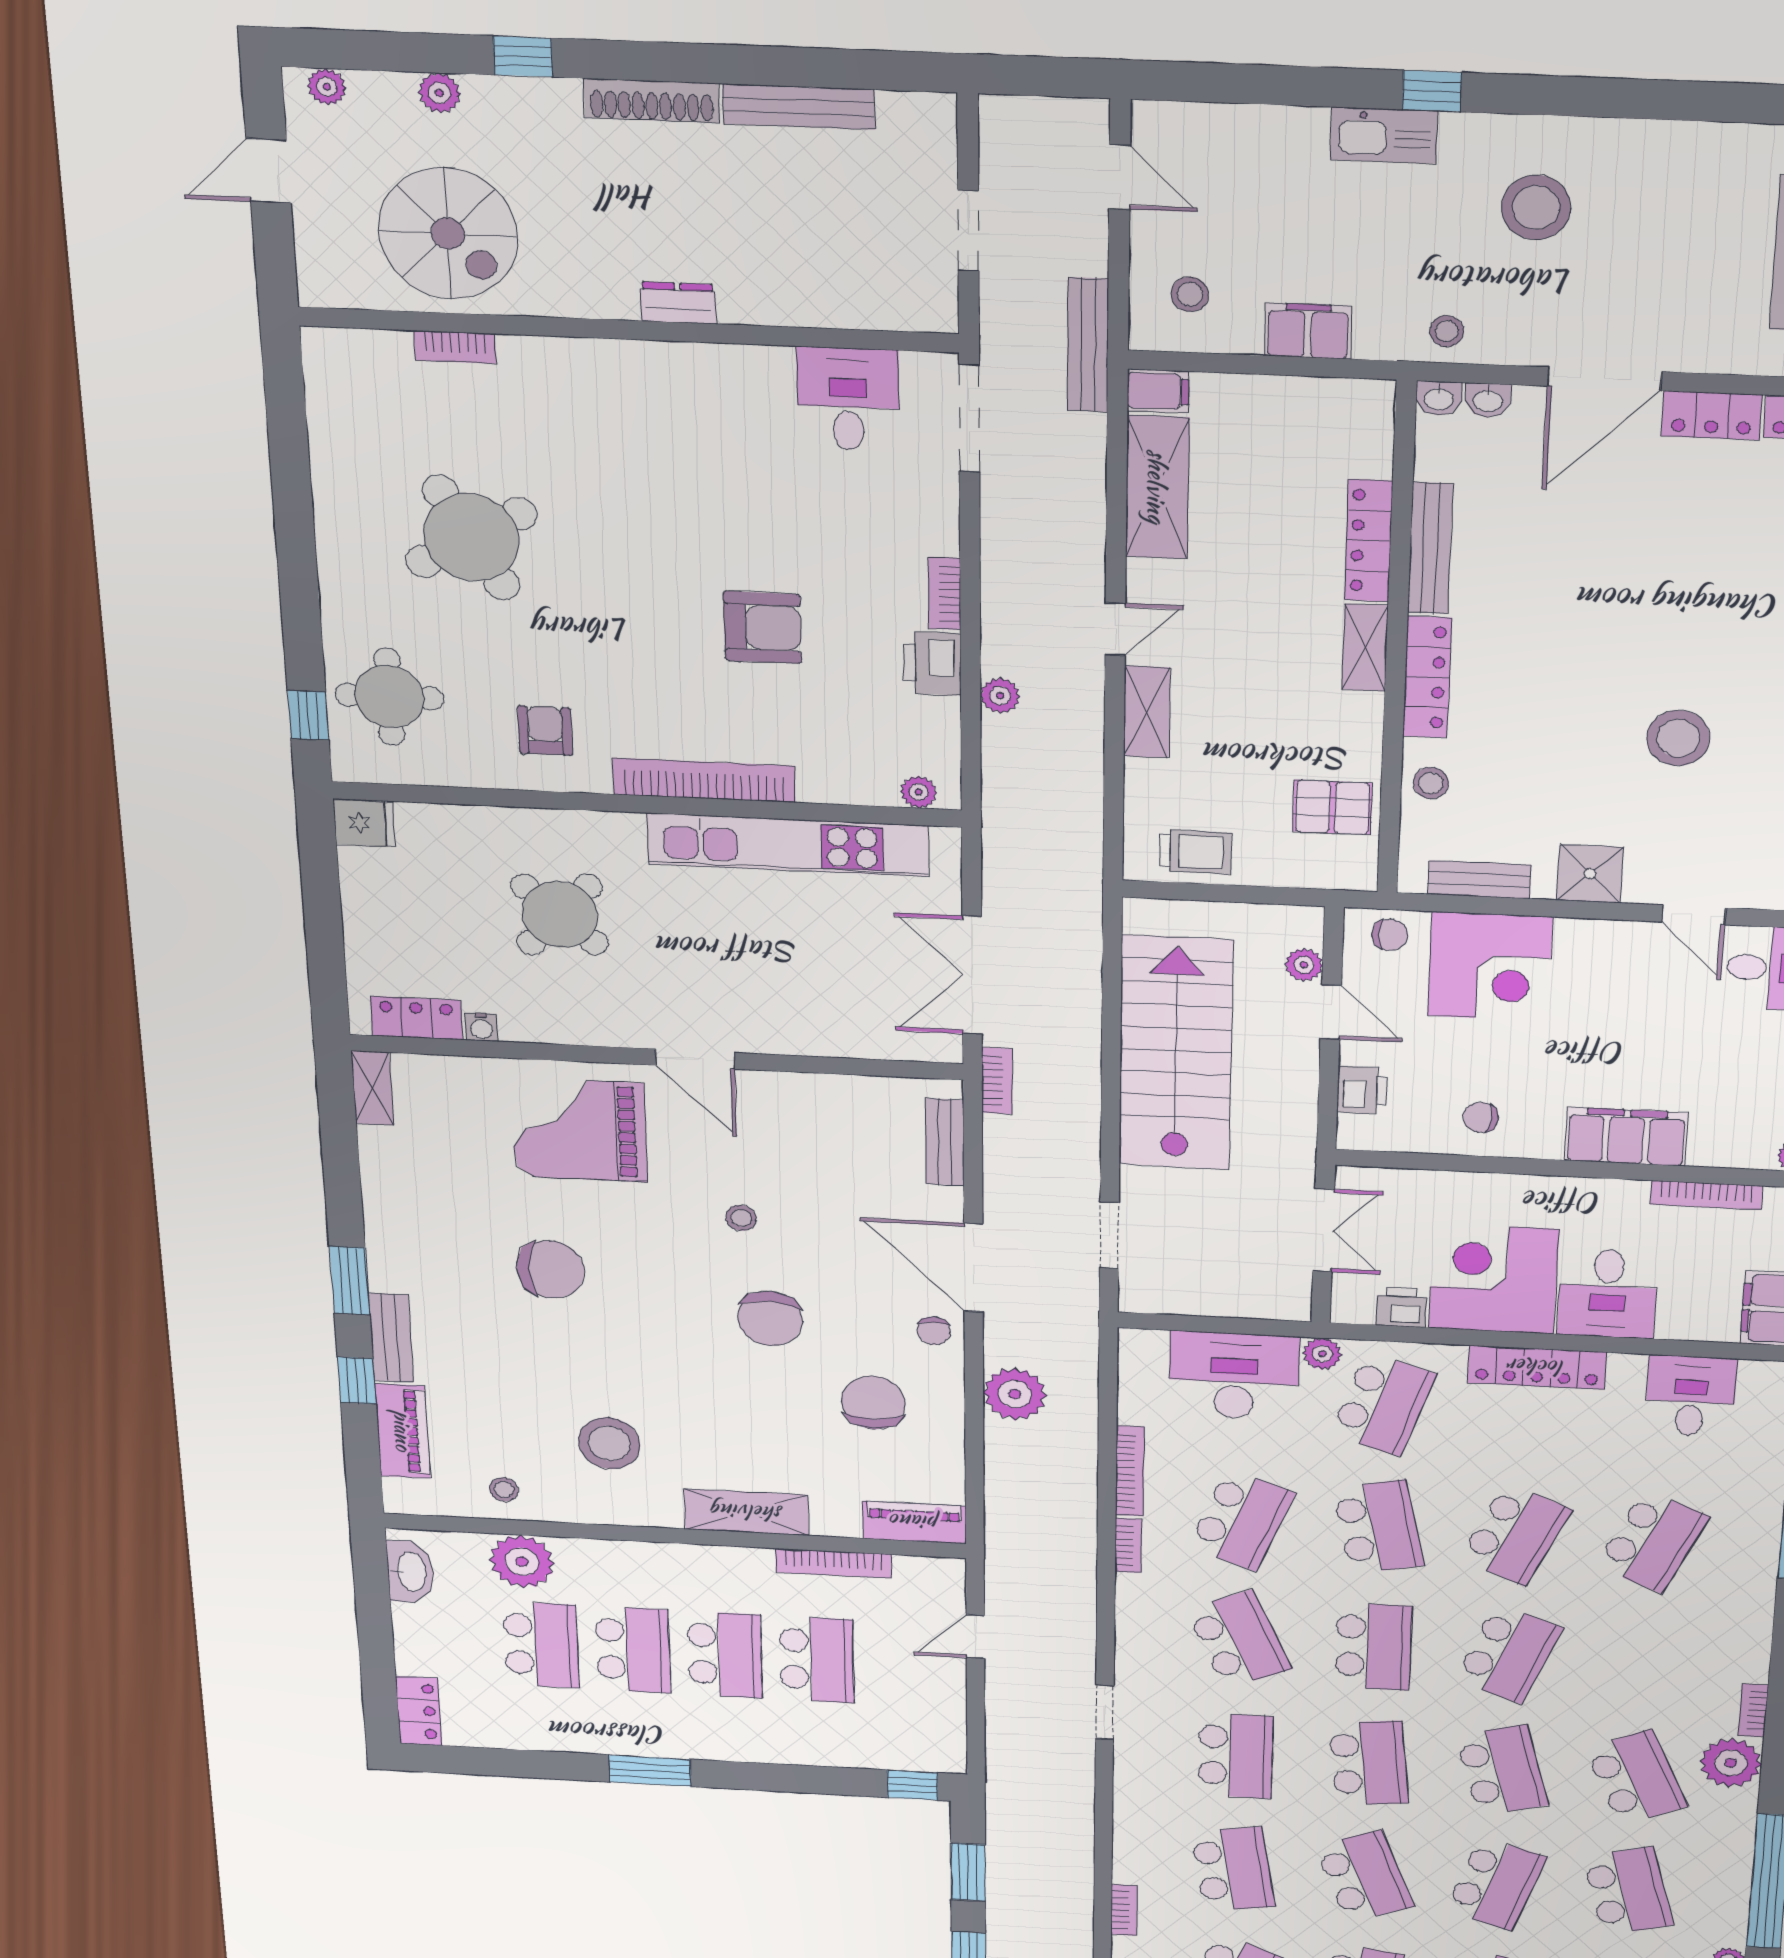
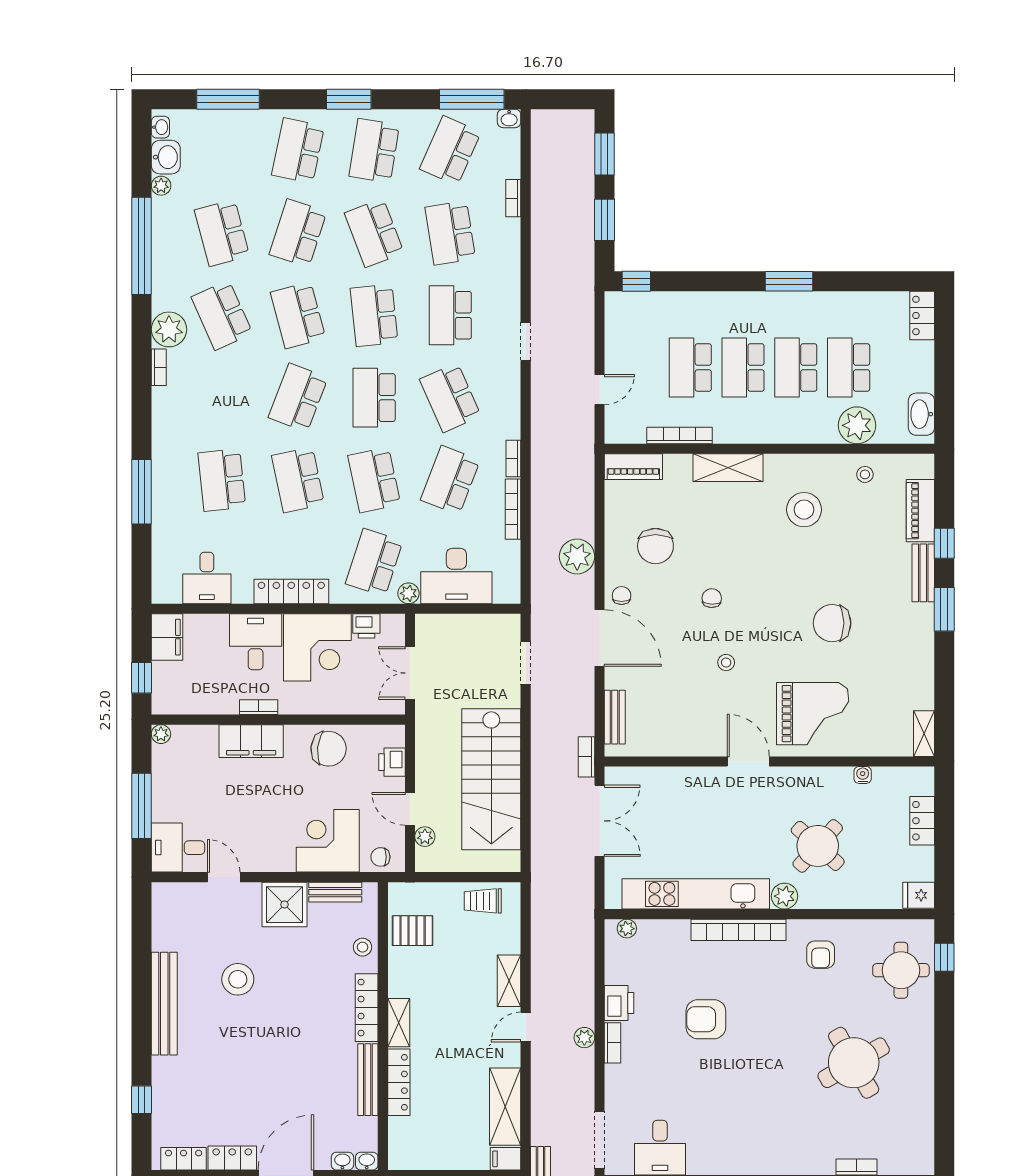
plant: (1000, 696) -> (584, 1038), moved
plant: (619, 833) -> (784, 896), added
shower: (1590, 874) -> (285, 905), width x1.36, depth x1.36
locker: (417, 1018) -> (922, 821), moved, turned 90
chair: (1481, 1117) -> (329, 749), width x1.87, depth x1.87
bookcase: (1706, 1195) -> (259, 707), moved, width x0.64
chair: (770, 1319) -> (712, 598), width x0.54, depth x0.54
school desk: (1515, 1534) -> (298, 480), turned -36
school desk: (1653, 1541) -> (222, 480), turned -30

